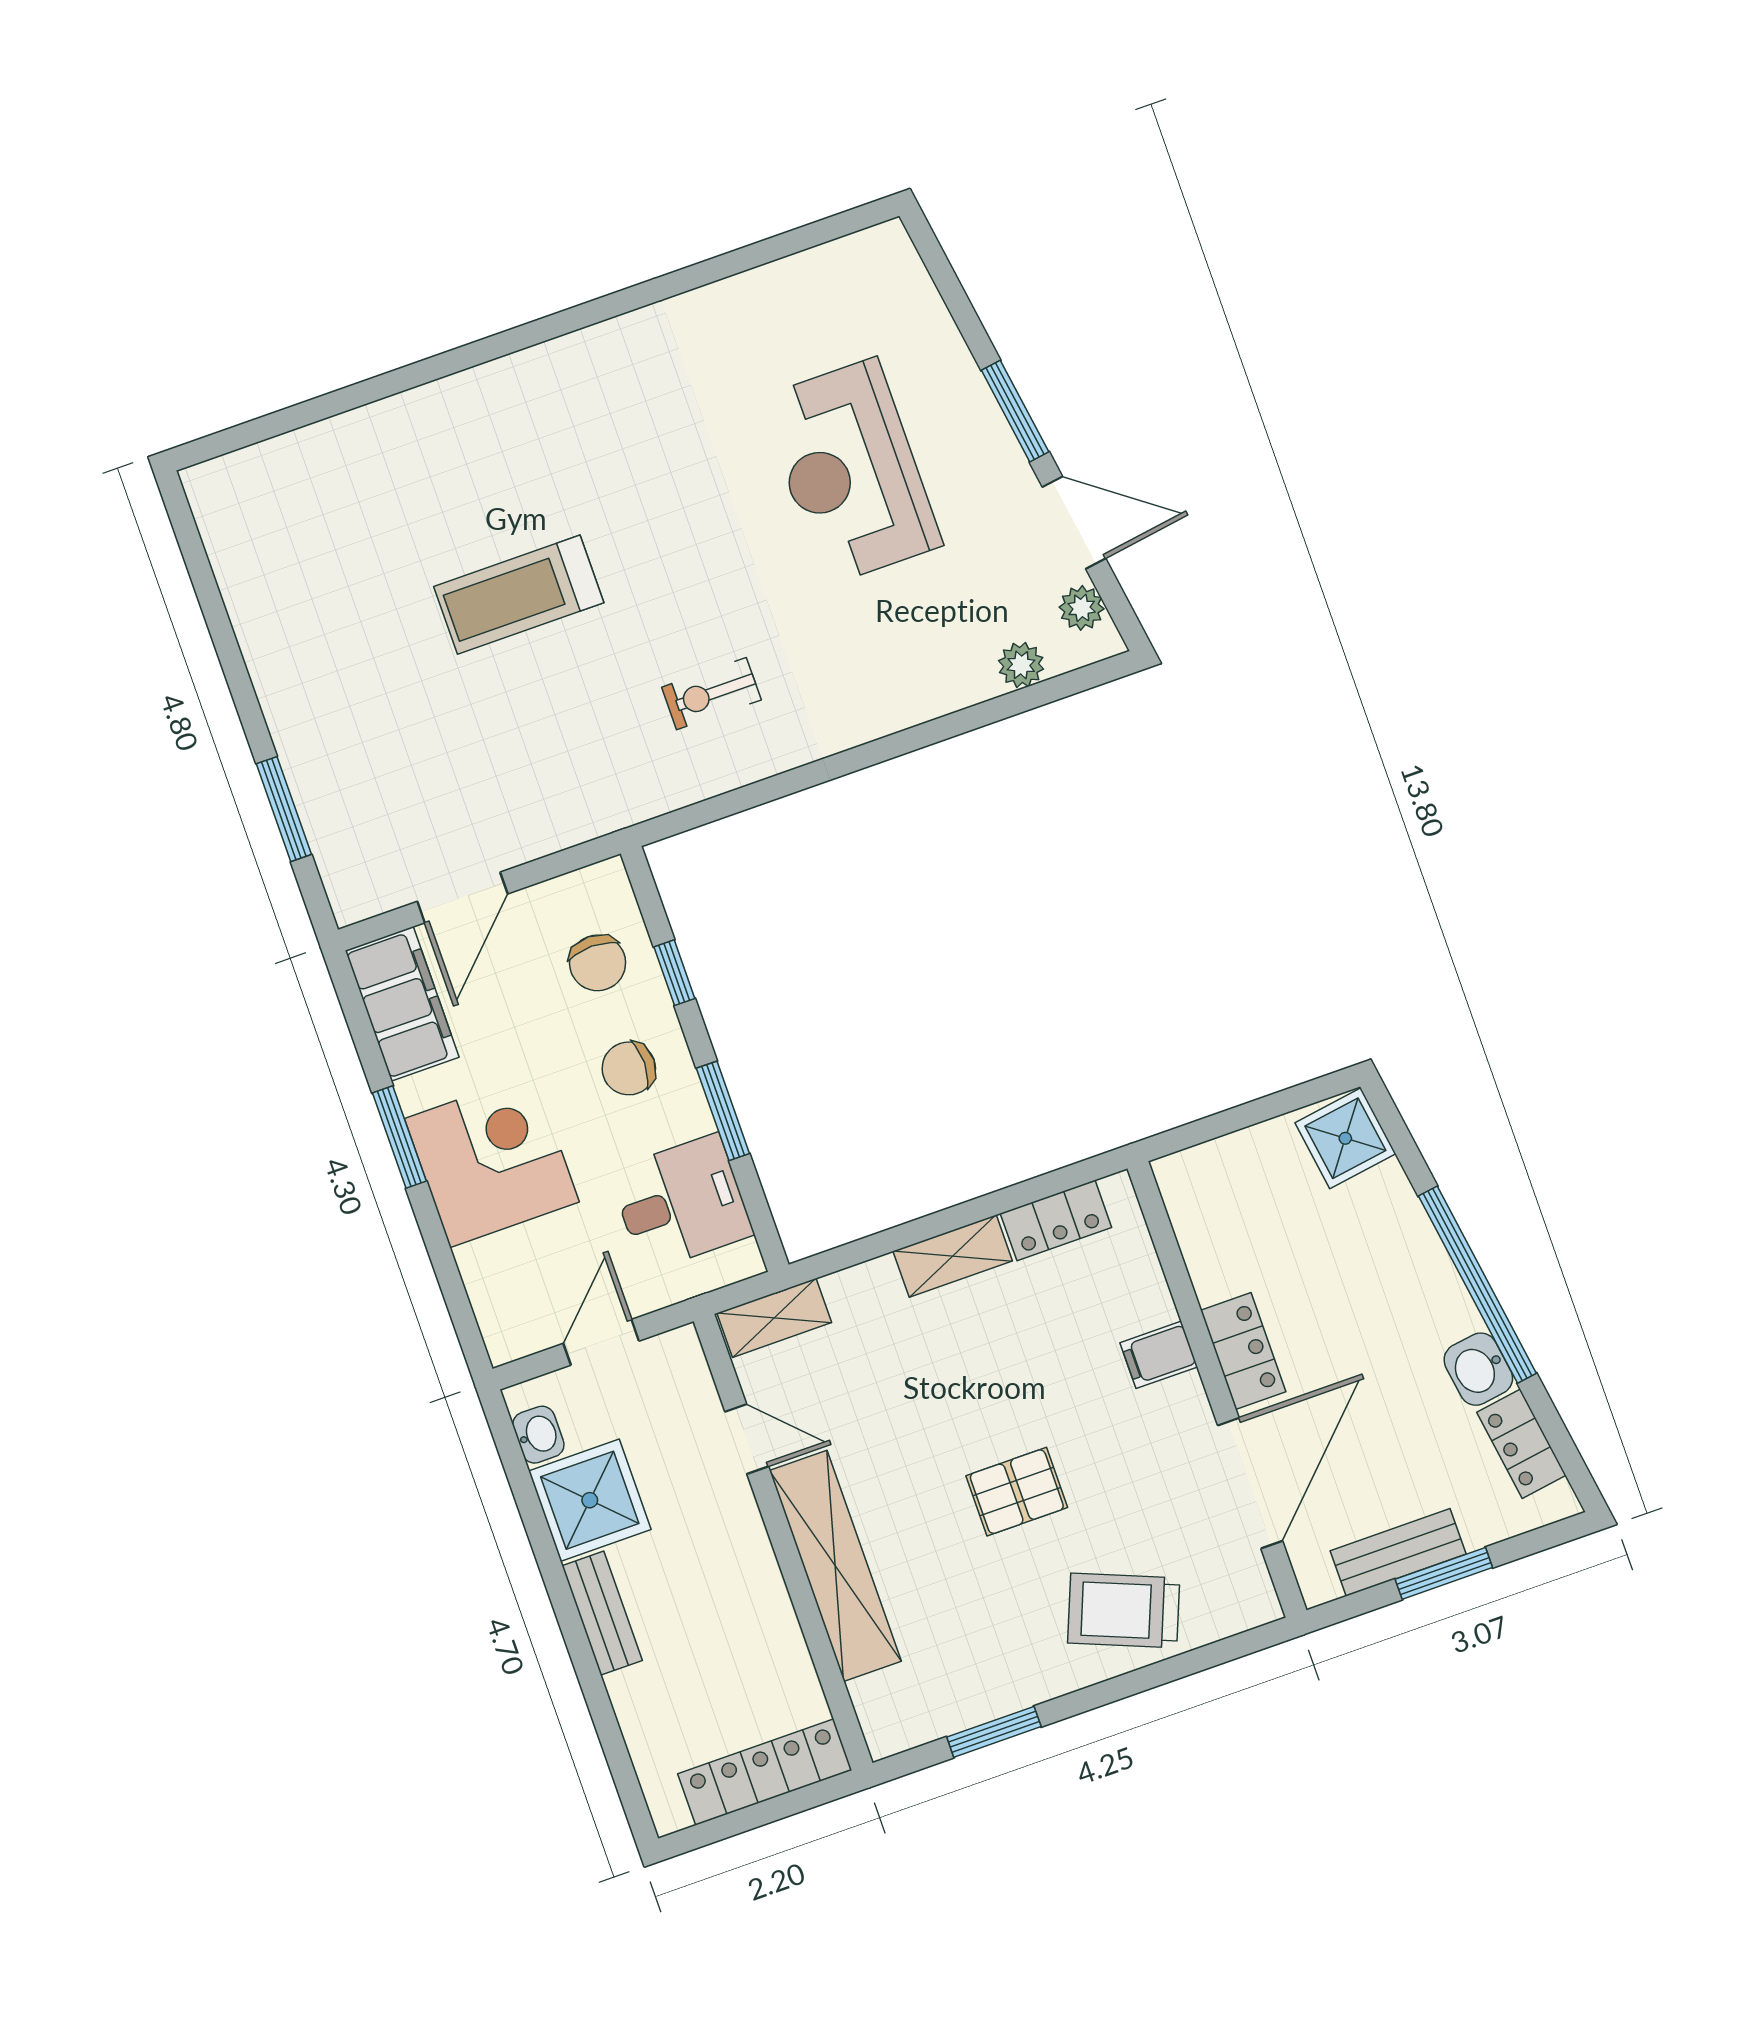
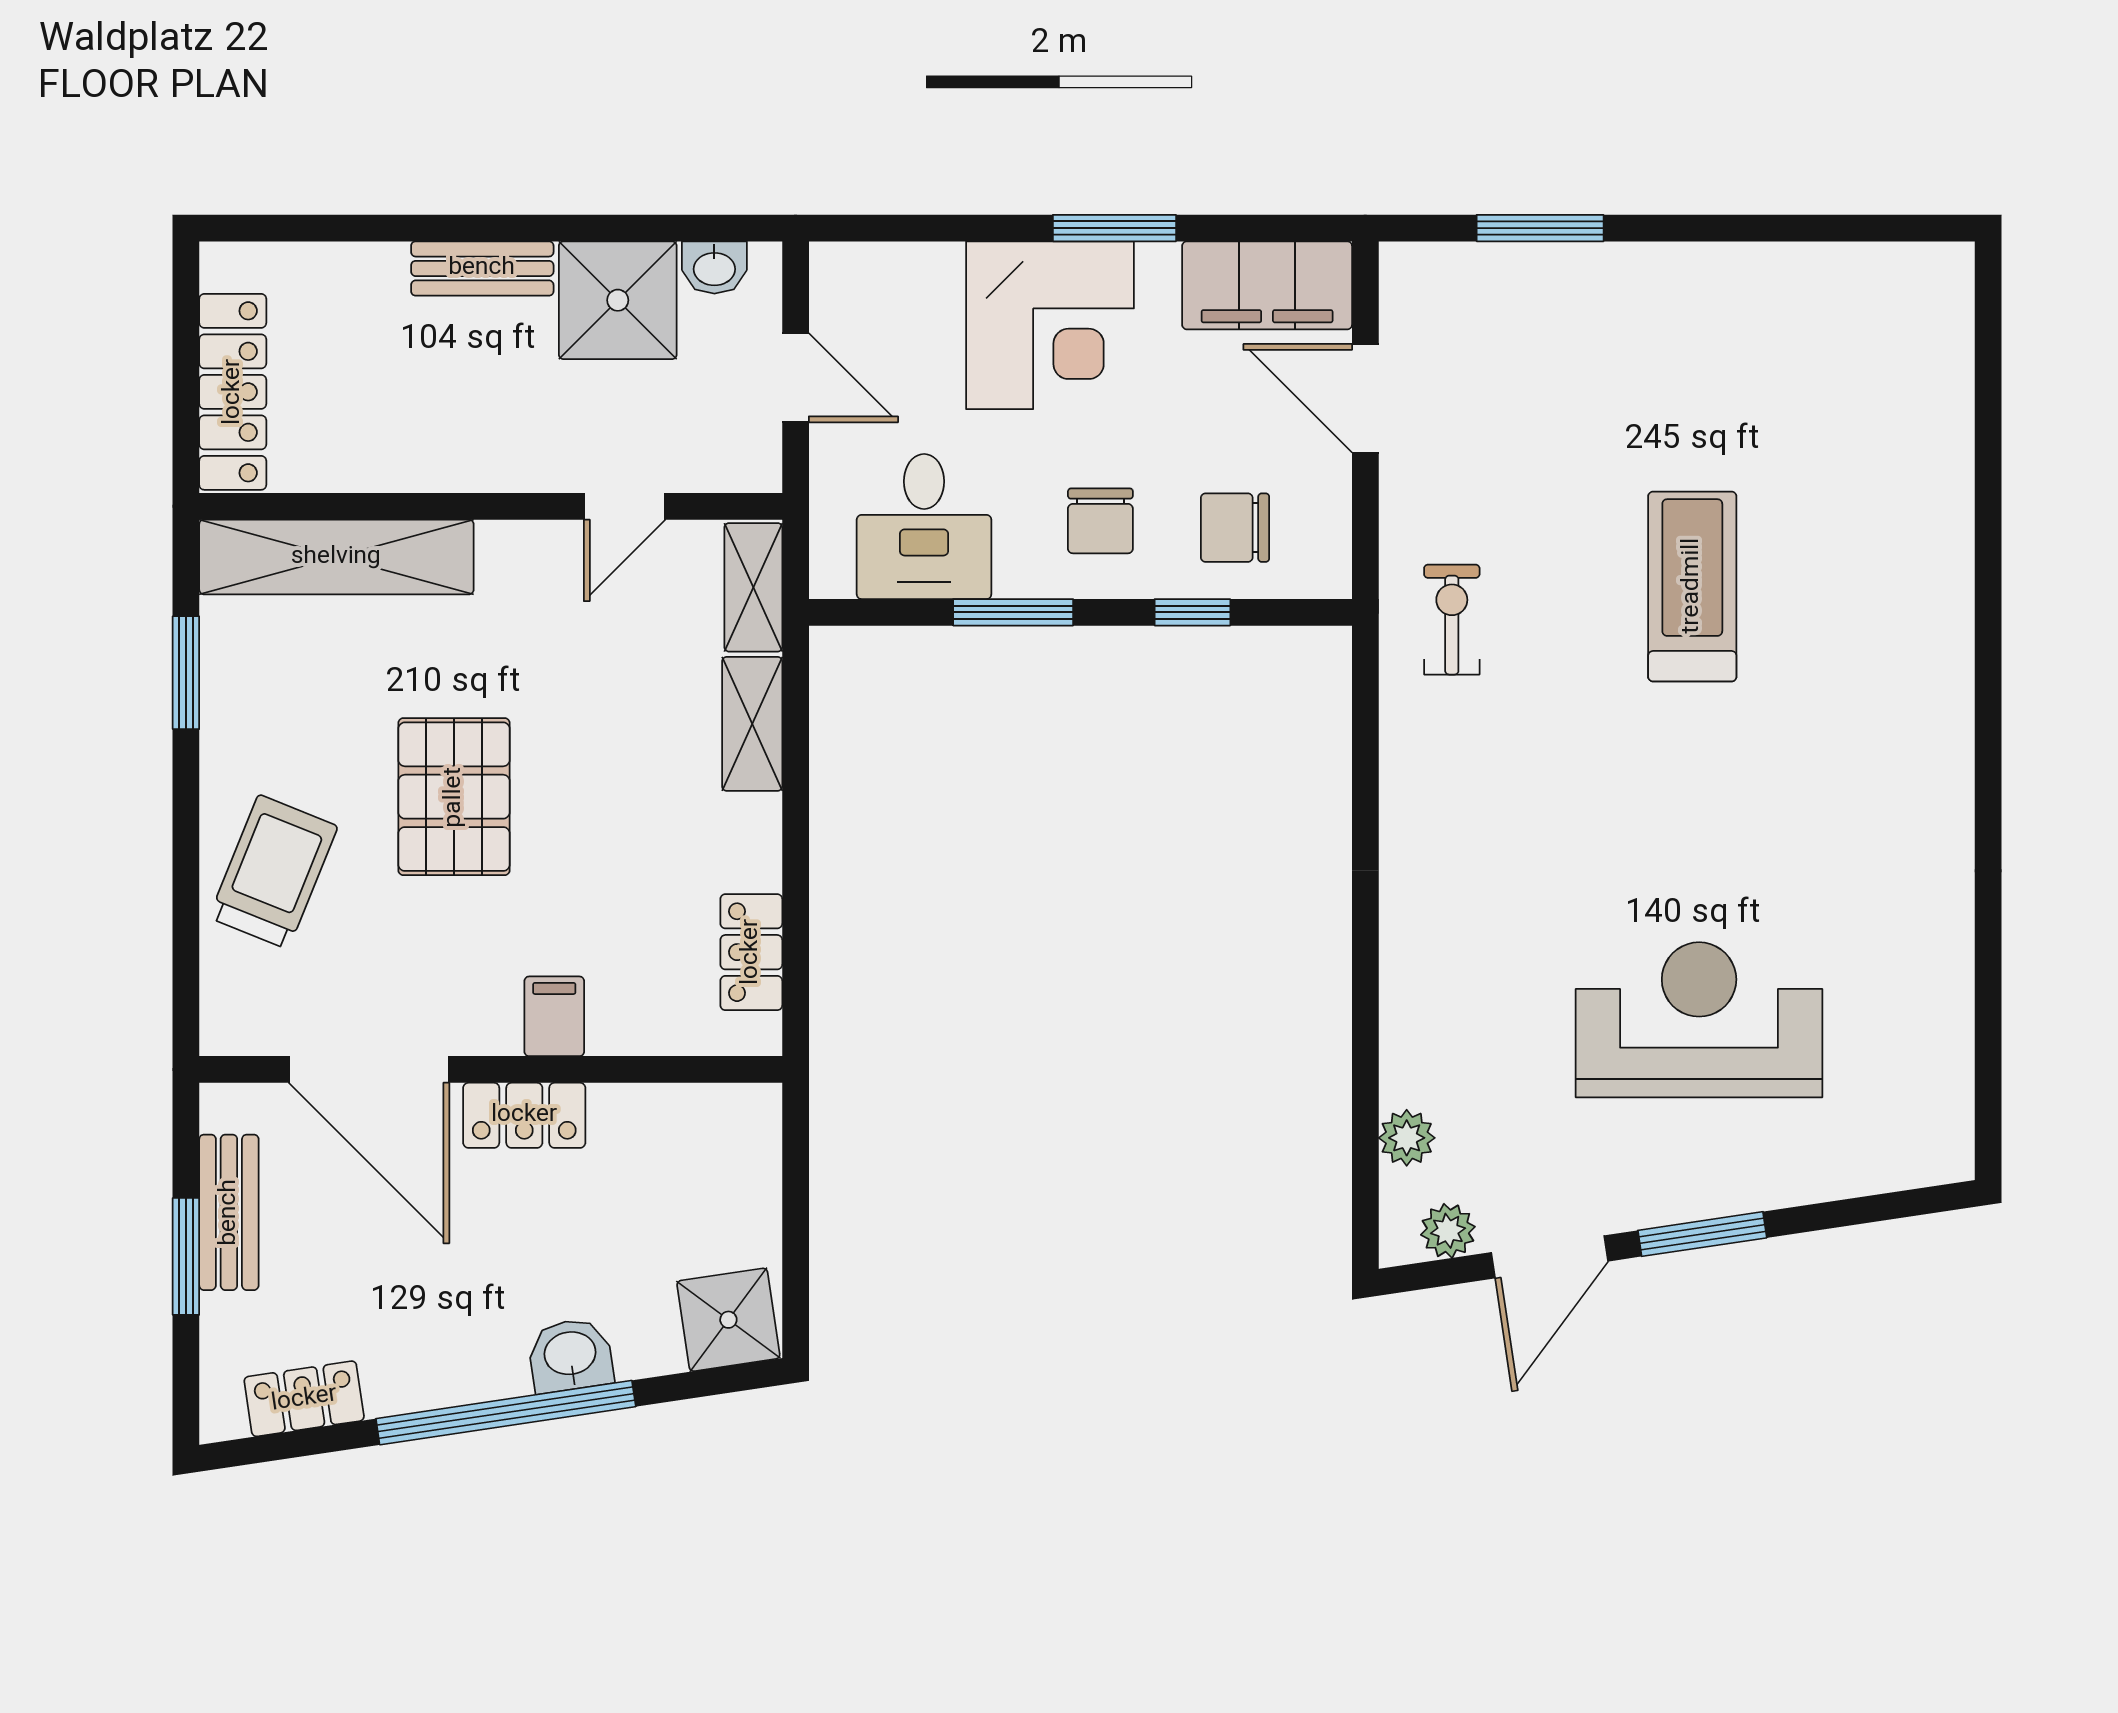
exercise bike: (711, 694) -> (1452, 620), moved
chair: (629, 1068) -> (1100, 521), turned 180
shelving: (953, 1256) -> (752, 724), moved
washbasin: (1478, 1369) -> (570, 1355), moved
pallet: (1017, 1492) -> (454, 797), width x1.50, depth x1.42
shelving: (835, 1566) -> (336, 557), moved

